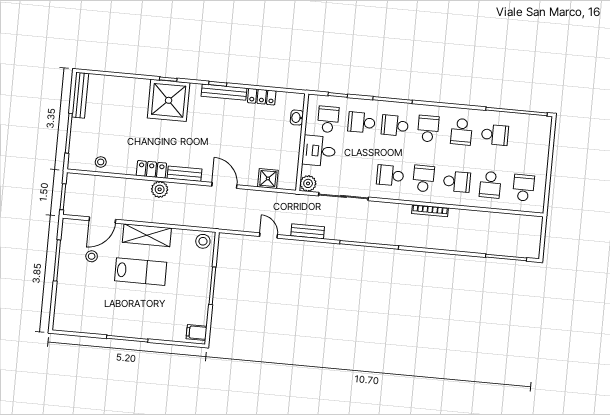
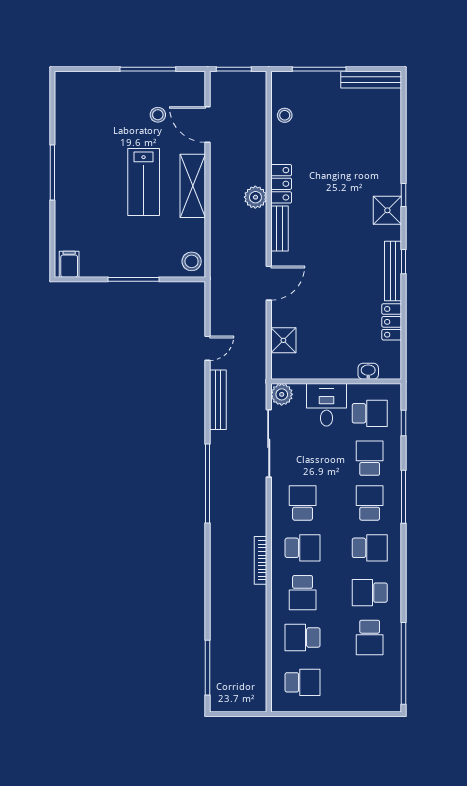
shower: (169, 100) -> (387, 210), width x0.54, depth x0.54
bench: (308, 231) -> (218, 400), width x1.36

